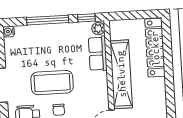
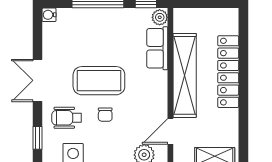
locker: (155, 48) -> (228, 72), moved

